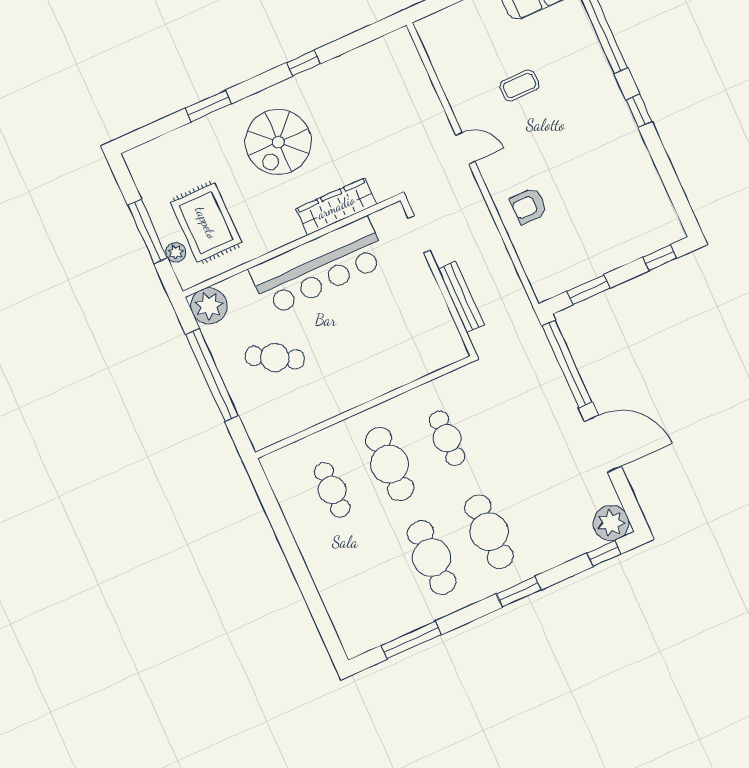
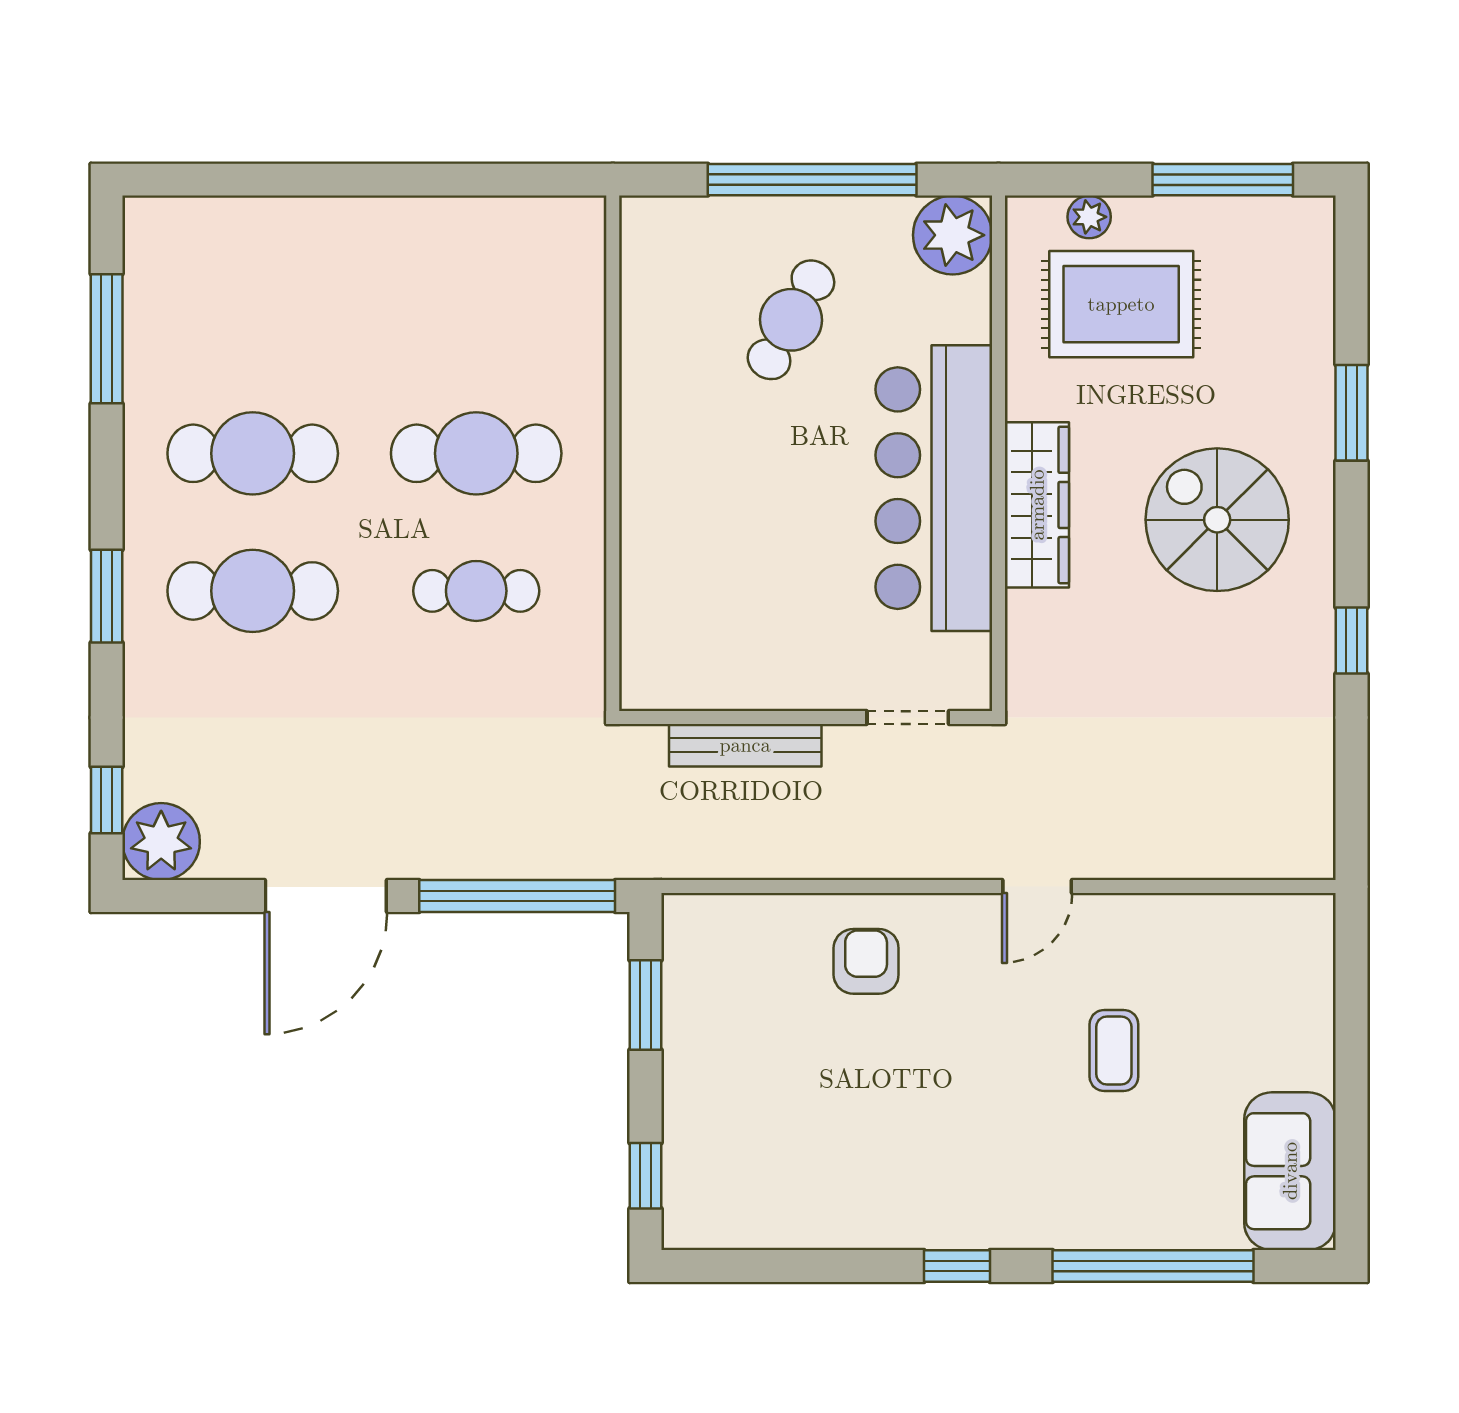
wardrobe: (336, 207) -> (1037, 505), moved
window: (148, 231) -> (1223, 180), moved
cafe table: (332, 490) -> (476, 316), removed

